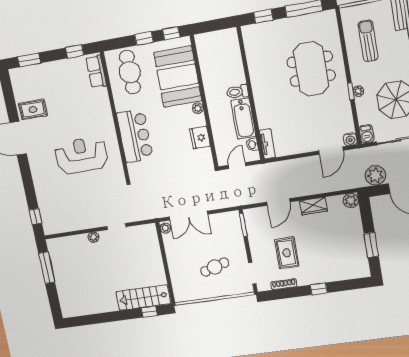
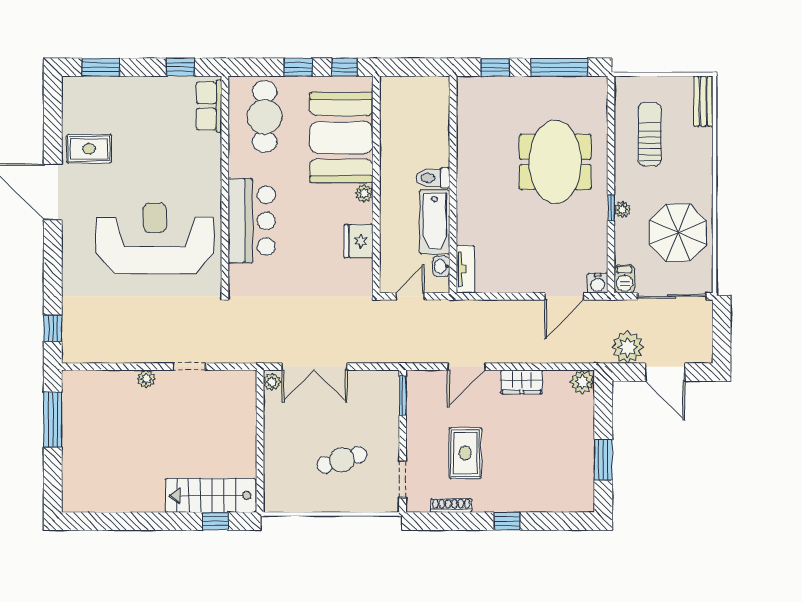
reception desk: (81, 155) -> (155, 238), width x1.36, depth x1.30

